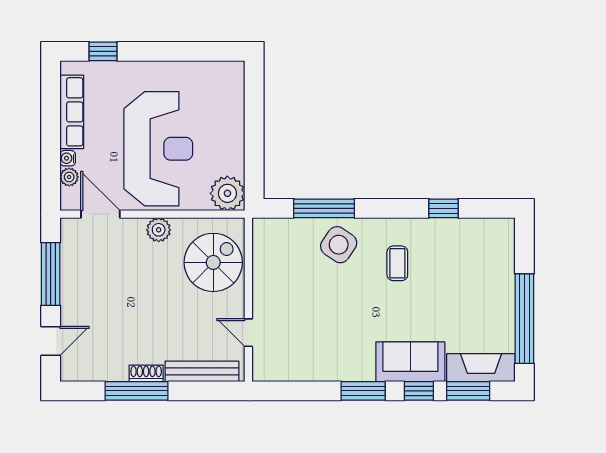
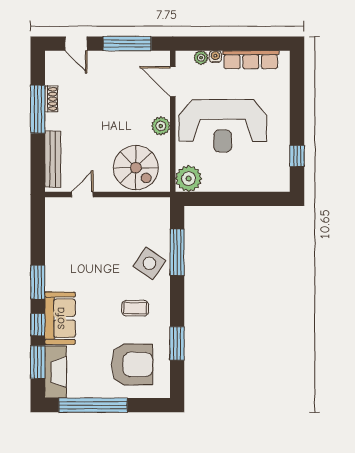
window: (103, 51) -> (297, 156), moved
window: (444, 208) -> (177, 343), width x1.50
door: (100, 214) -> (173, 82), swing flipped
armchair: (471, 267) -> (132, 364), added
shoe rack: (146, 373) -> (51, 99), moved

